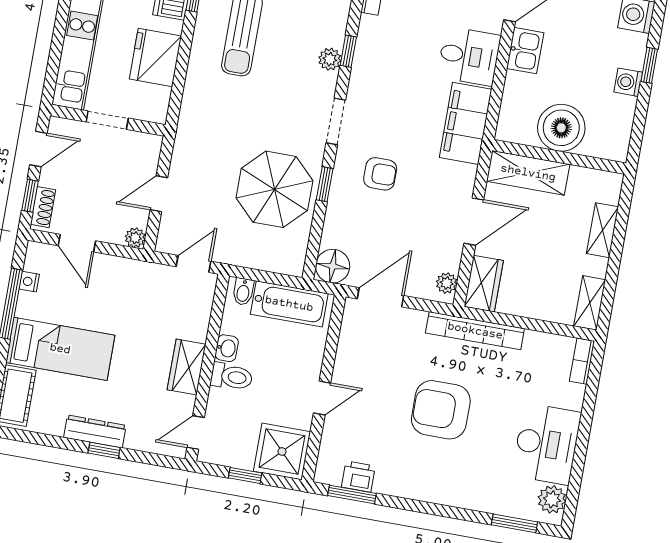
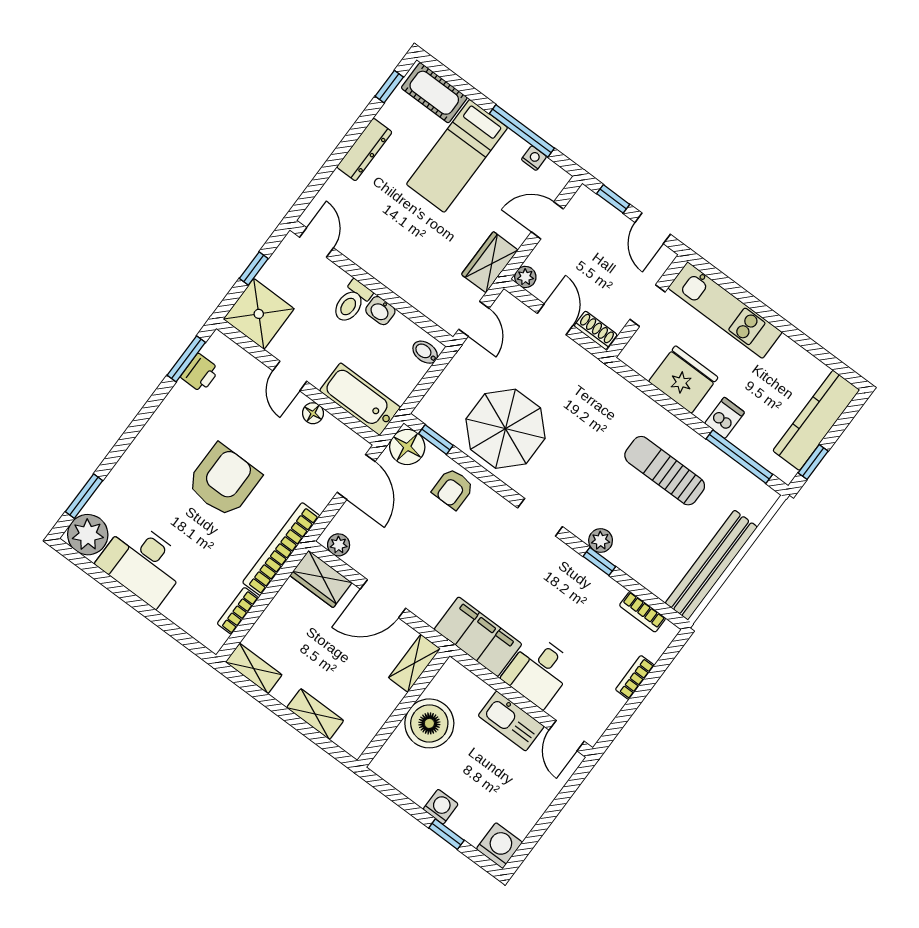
kitchen sink: (525, 51) -> (511, 721), width x1.38
shelving: (528, 173) -> (414, 663), width x0.67, depth x0.75
armchair: (380, 174) -> (453, 489), moved
window: (325, 184) -> (436, 439), moved
shoe rack: (43, 207) -> (596, 330), moved, turned 180
door: (474, 222) -> (383, 599), hinge flipped
bathtub: (289, 304) -> (360, 399), moved, turned 90
bookcase: (582, 361) -> (238, 611), moved, turned -90
floor lamp: (344, 362) -> (313, 413), added
wardrobe: (187, 367) -> (490, 262), moved, turned -90
window: (104, 450) -> (389, 87), moved
plant: (552, 499) -> (88, 535), width x1.36, depth x1.36

